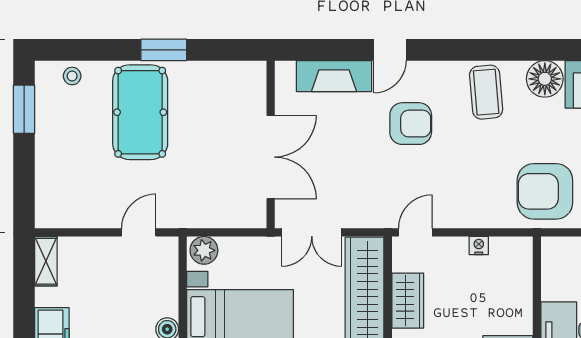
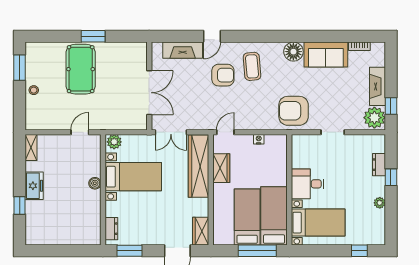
stool: (72, 76) -> (34, 90), moved
coffee table: (486, 92) -> (252, 66), moved

